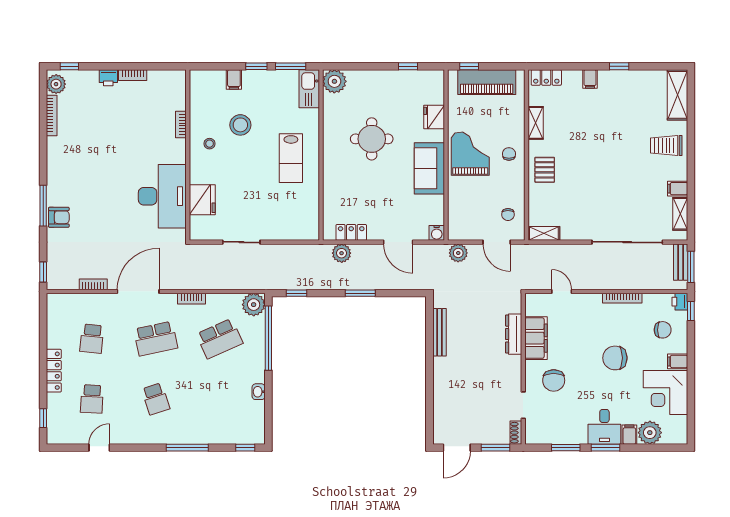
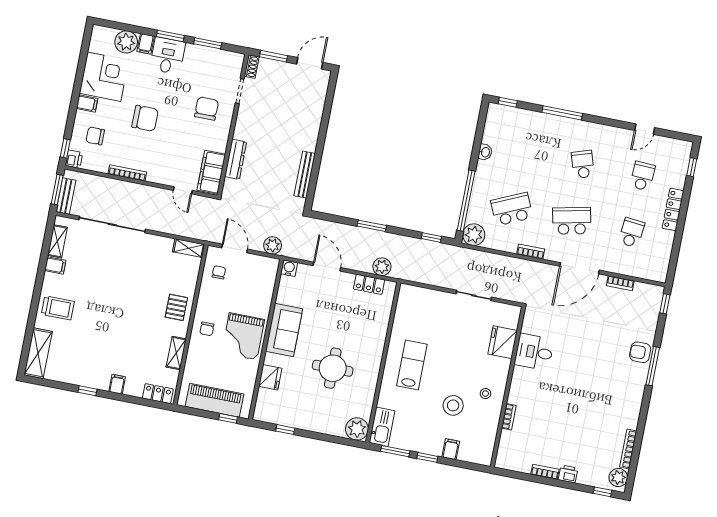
desk: (162, 196) -> (534, 352), width x0.53, depth x0.77
filing cabinet: (536, 338) -> (211, 172), moved

